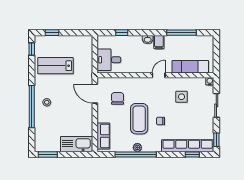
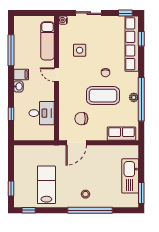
desk: (109, 60) -> (42, 113), moved, turned -90
lab bench: (55, 66) -> (46, 185), turned 180
kitchen sink: (77, 144) -> (130, 176), moved

